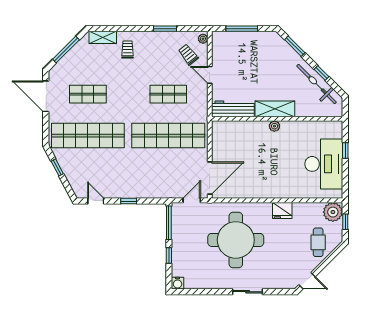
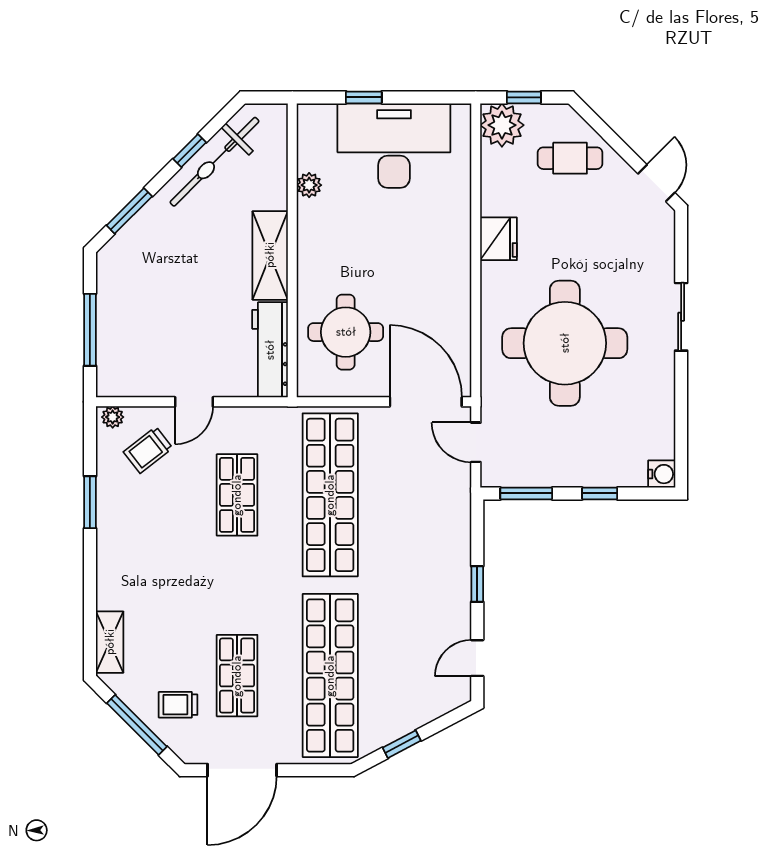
trolley: (127, 50) -> (178, 705), moved
plant: (274, 126) -> (309, 185), moved
round table: (241, 142) -> (346, 332), added
window: (169, 223) -> (526, 493), width x0.69

